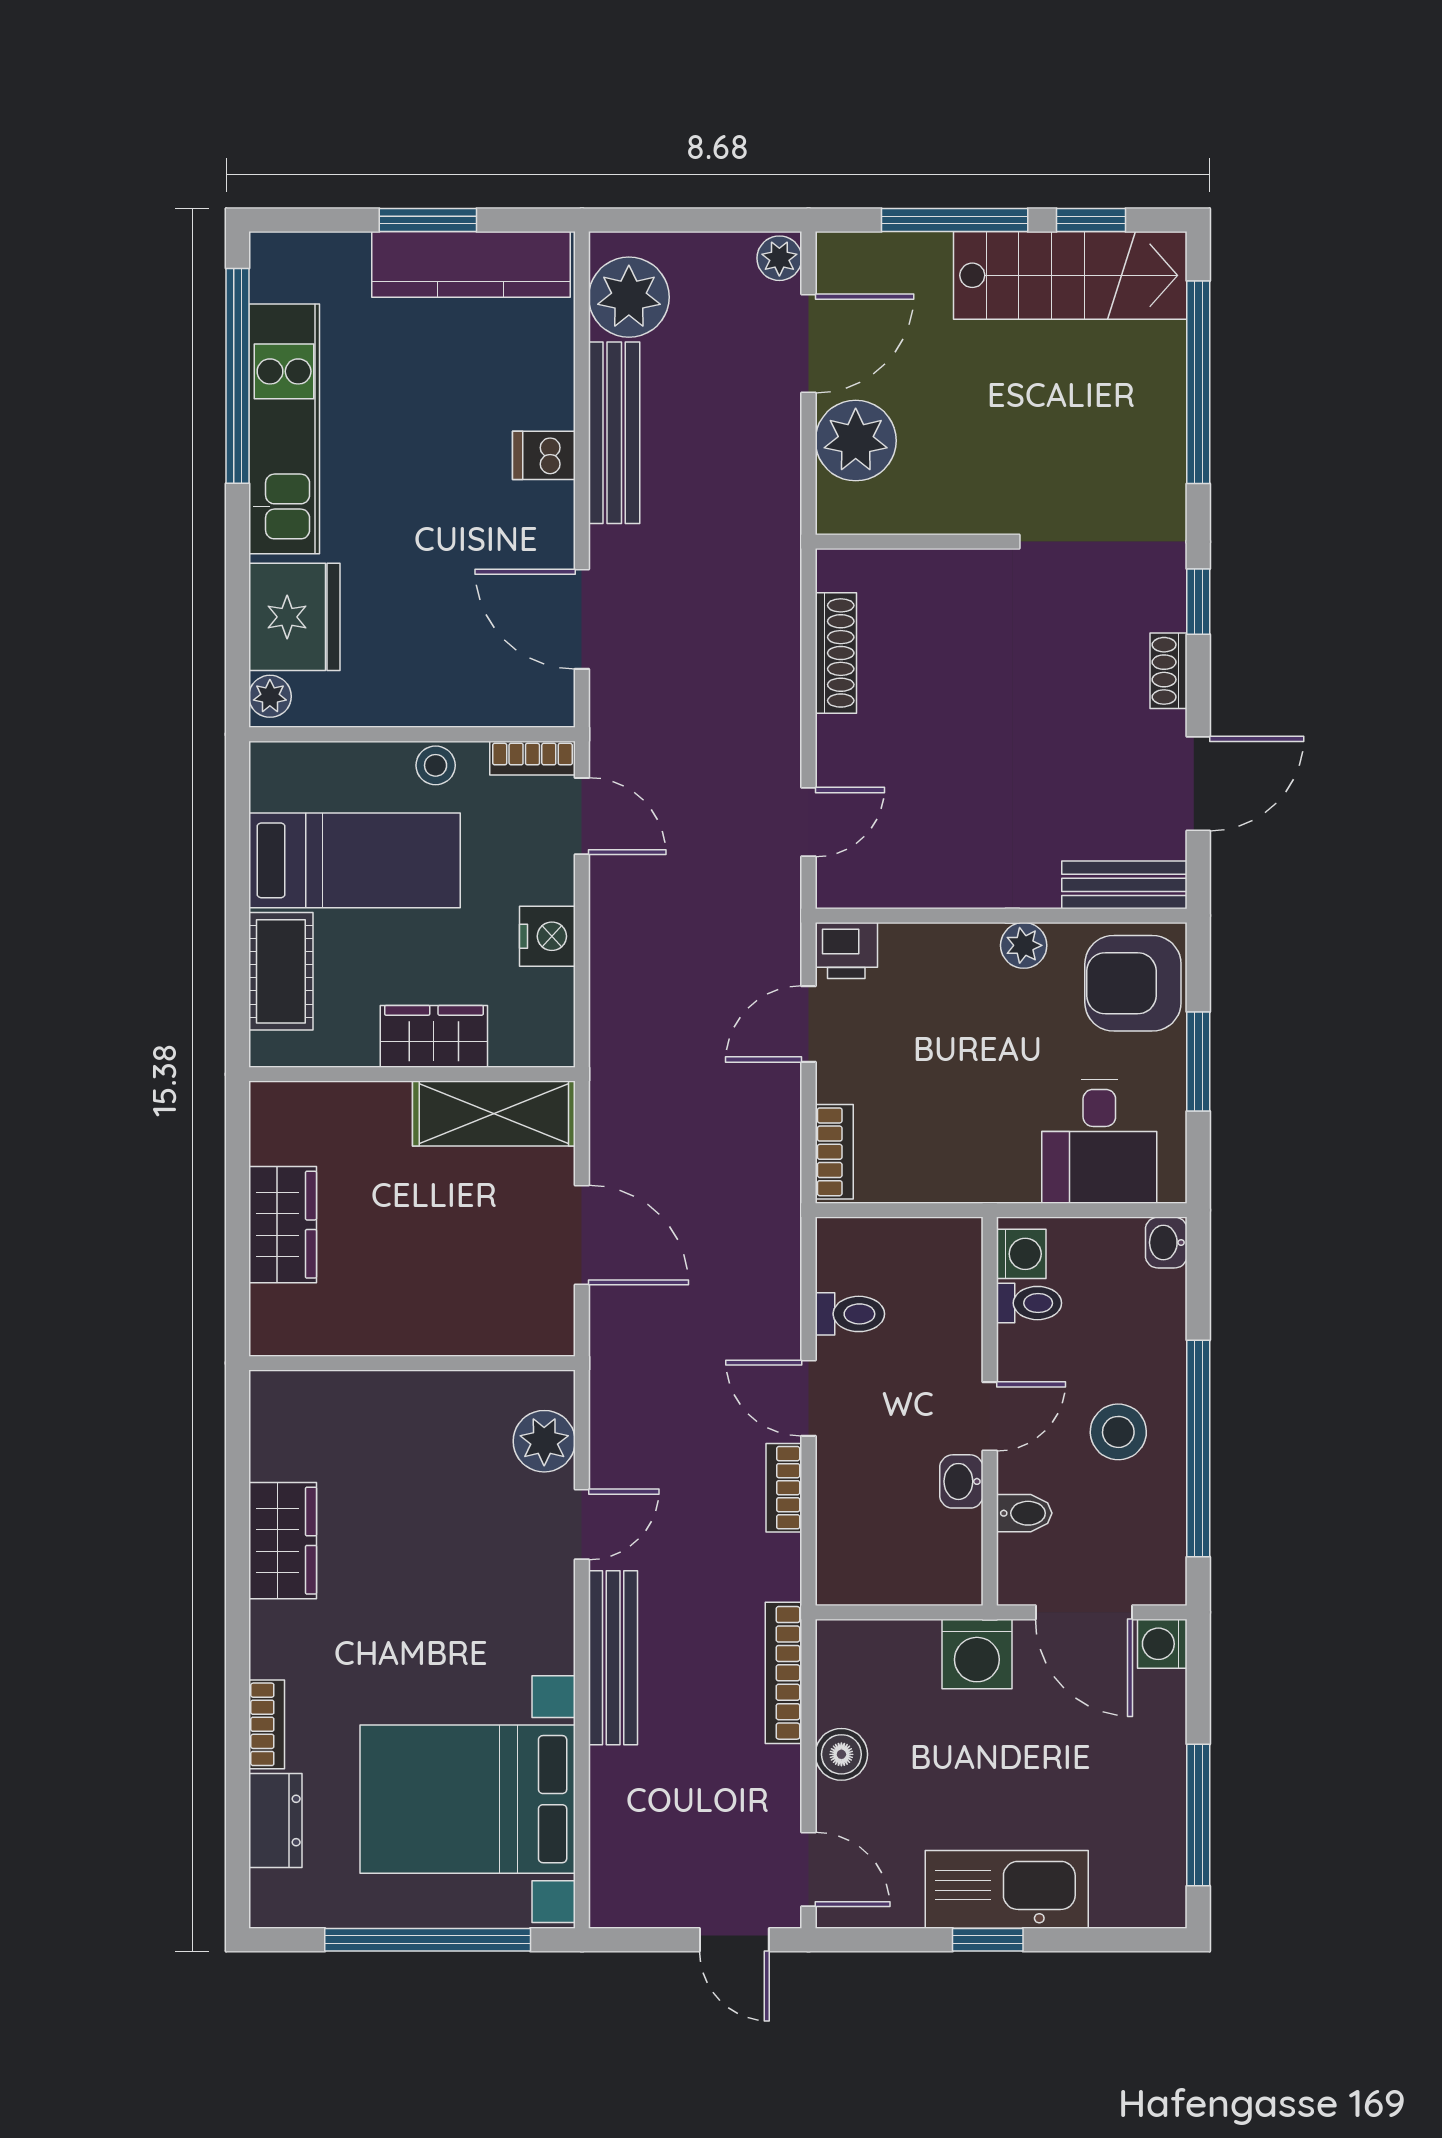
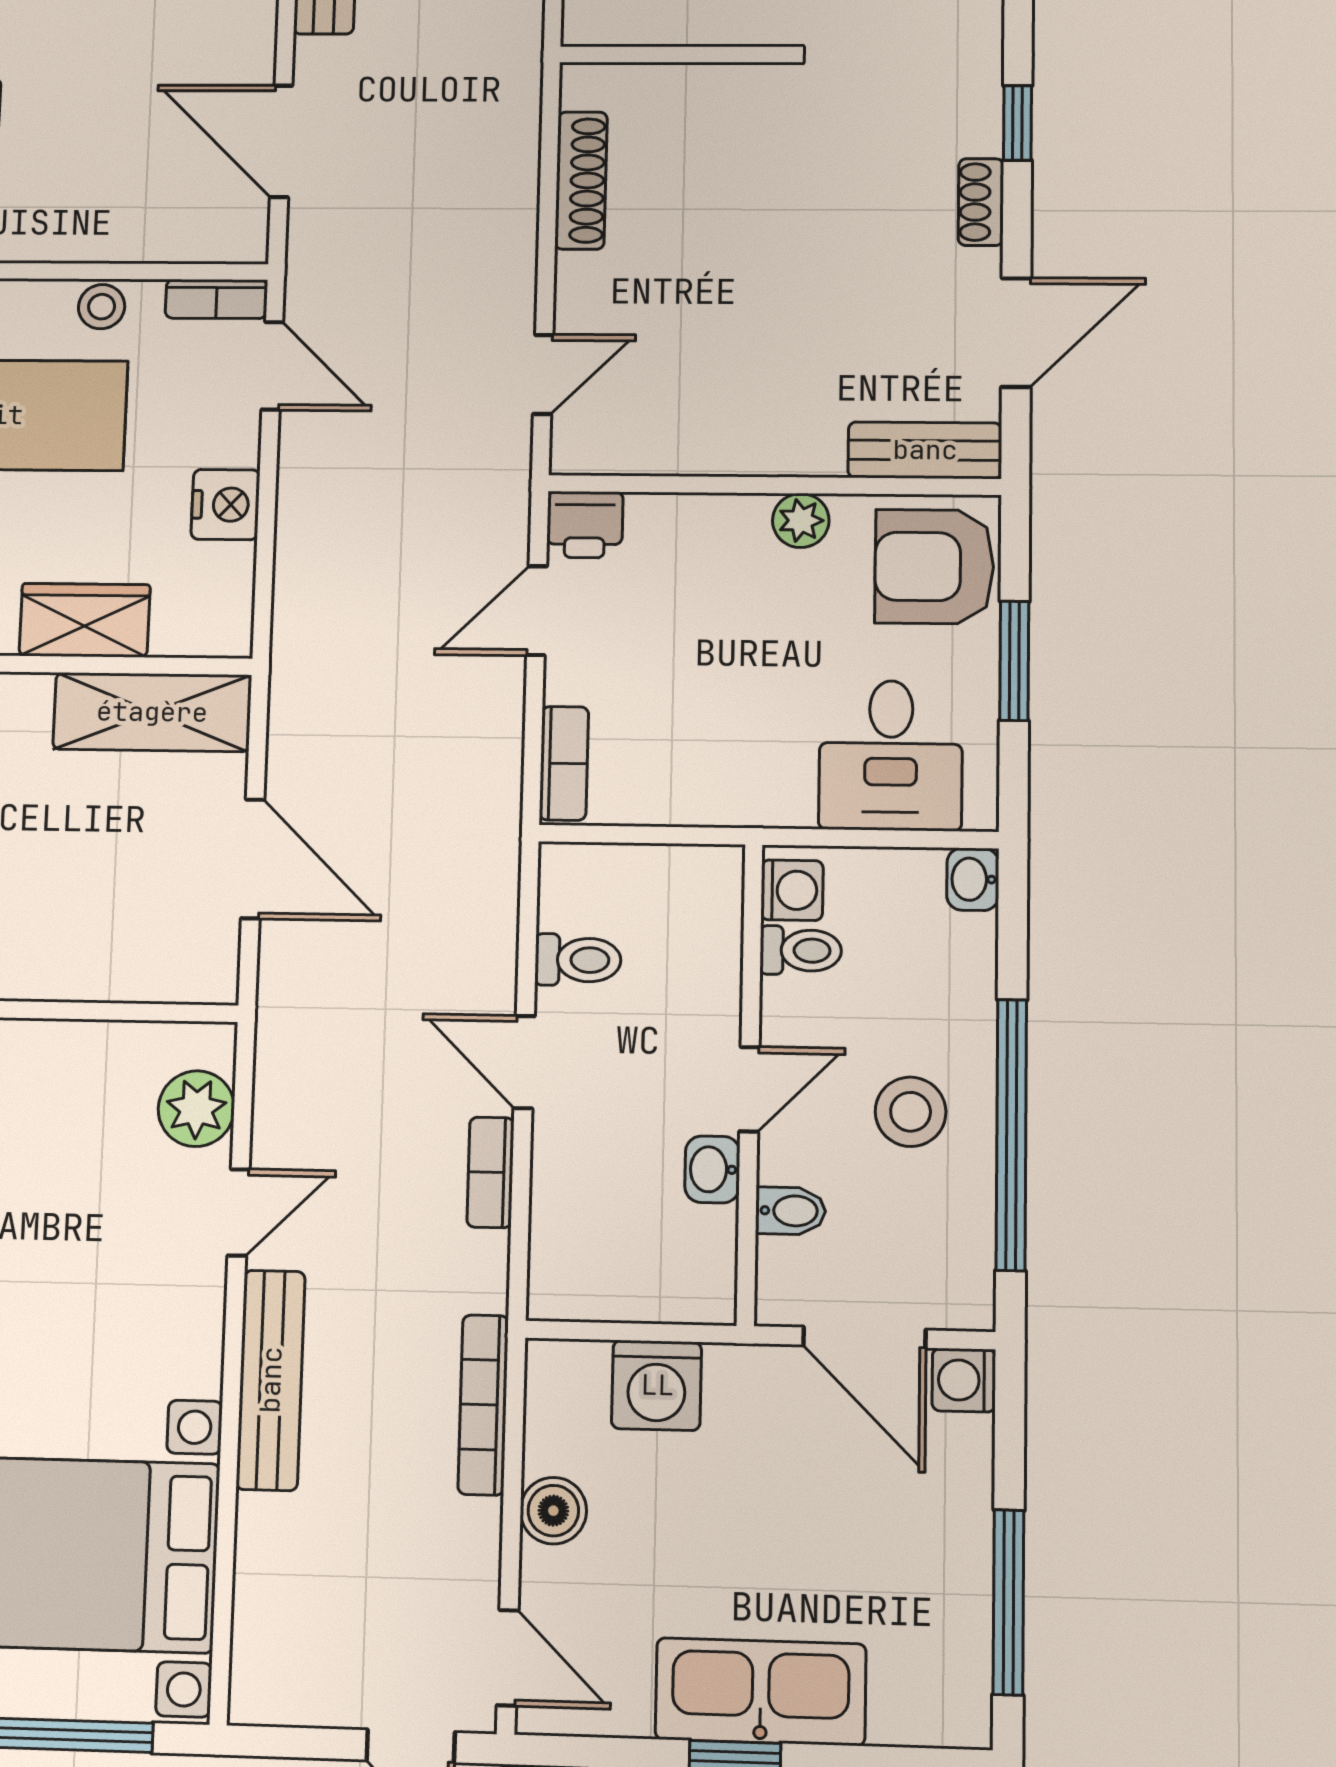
washing machine: (977, 1654) -> (657, 1385), moved

